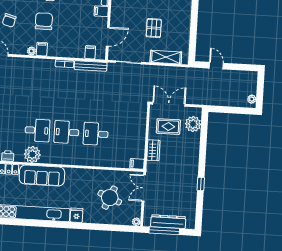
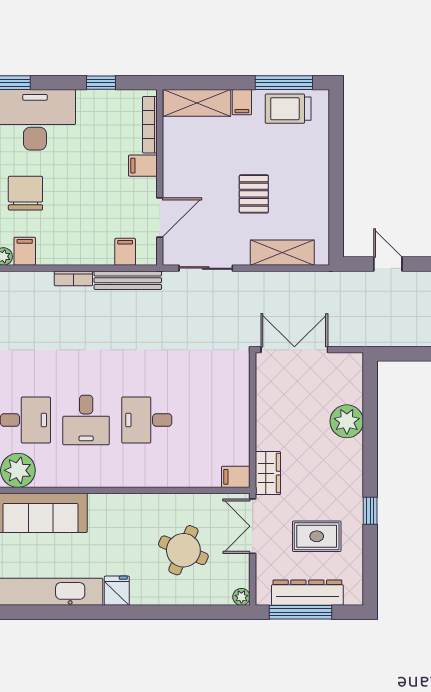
plant: (193, 124) -> (347, 421), moved
rug: (168, 127) -> (317, 536), moved
desk: (67, 132) -> (86, 420), turned -90
wardrobe: (153, 150) -> (268, 473), moved

